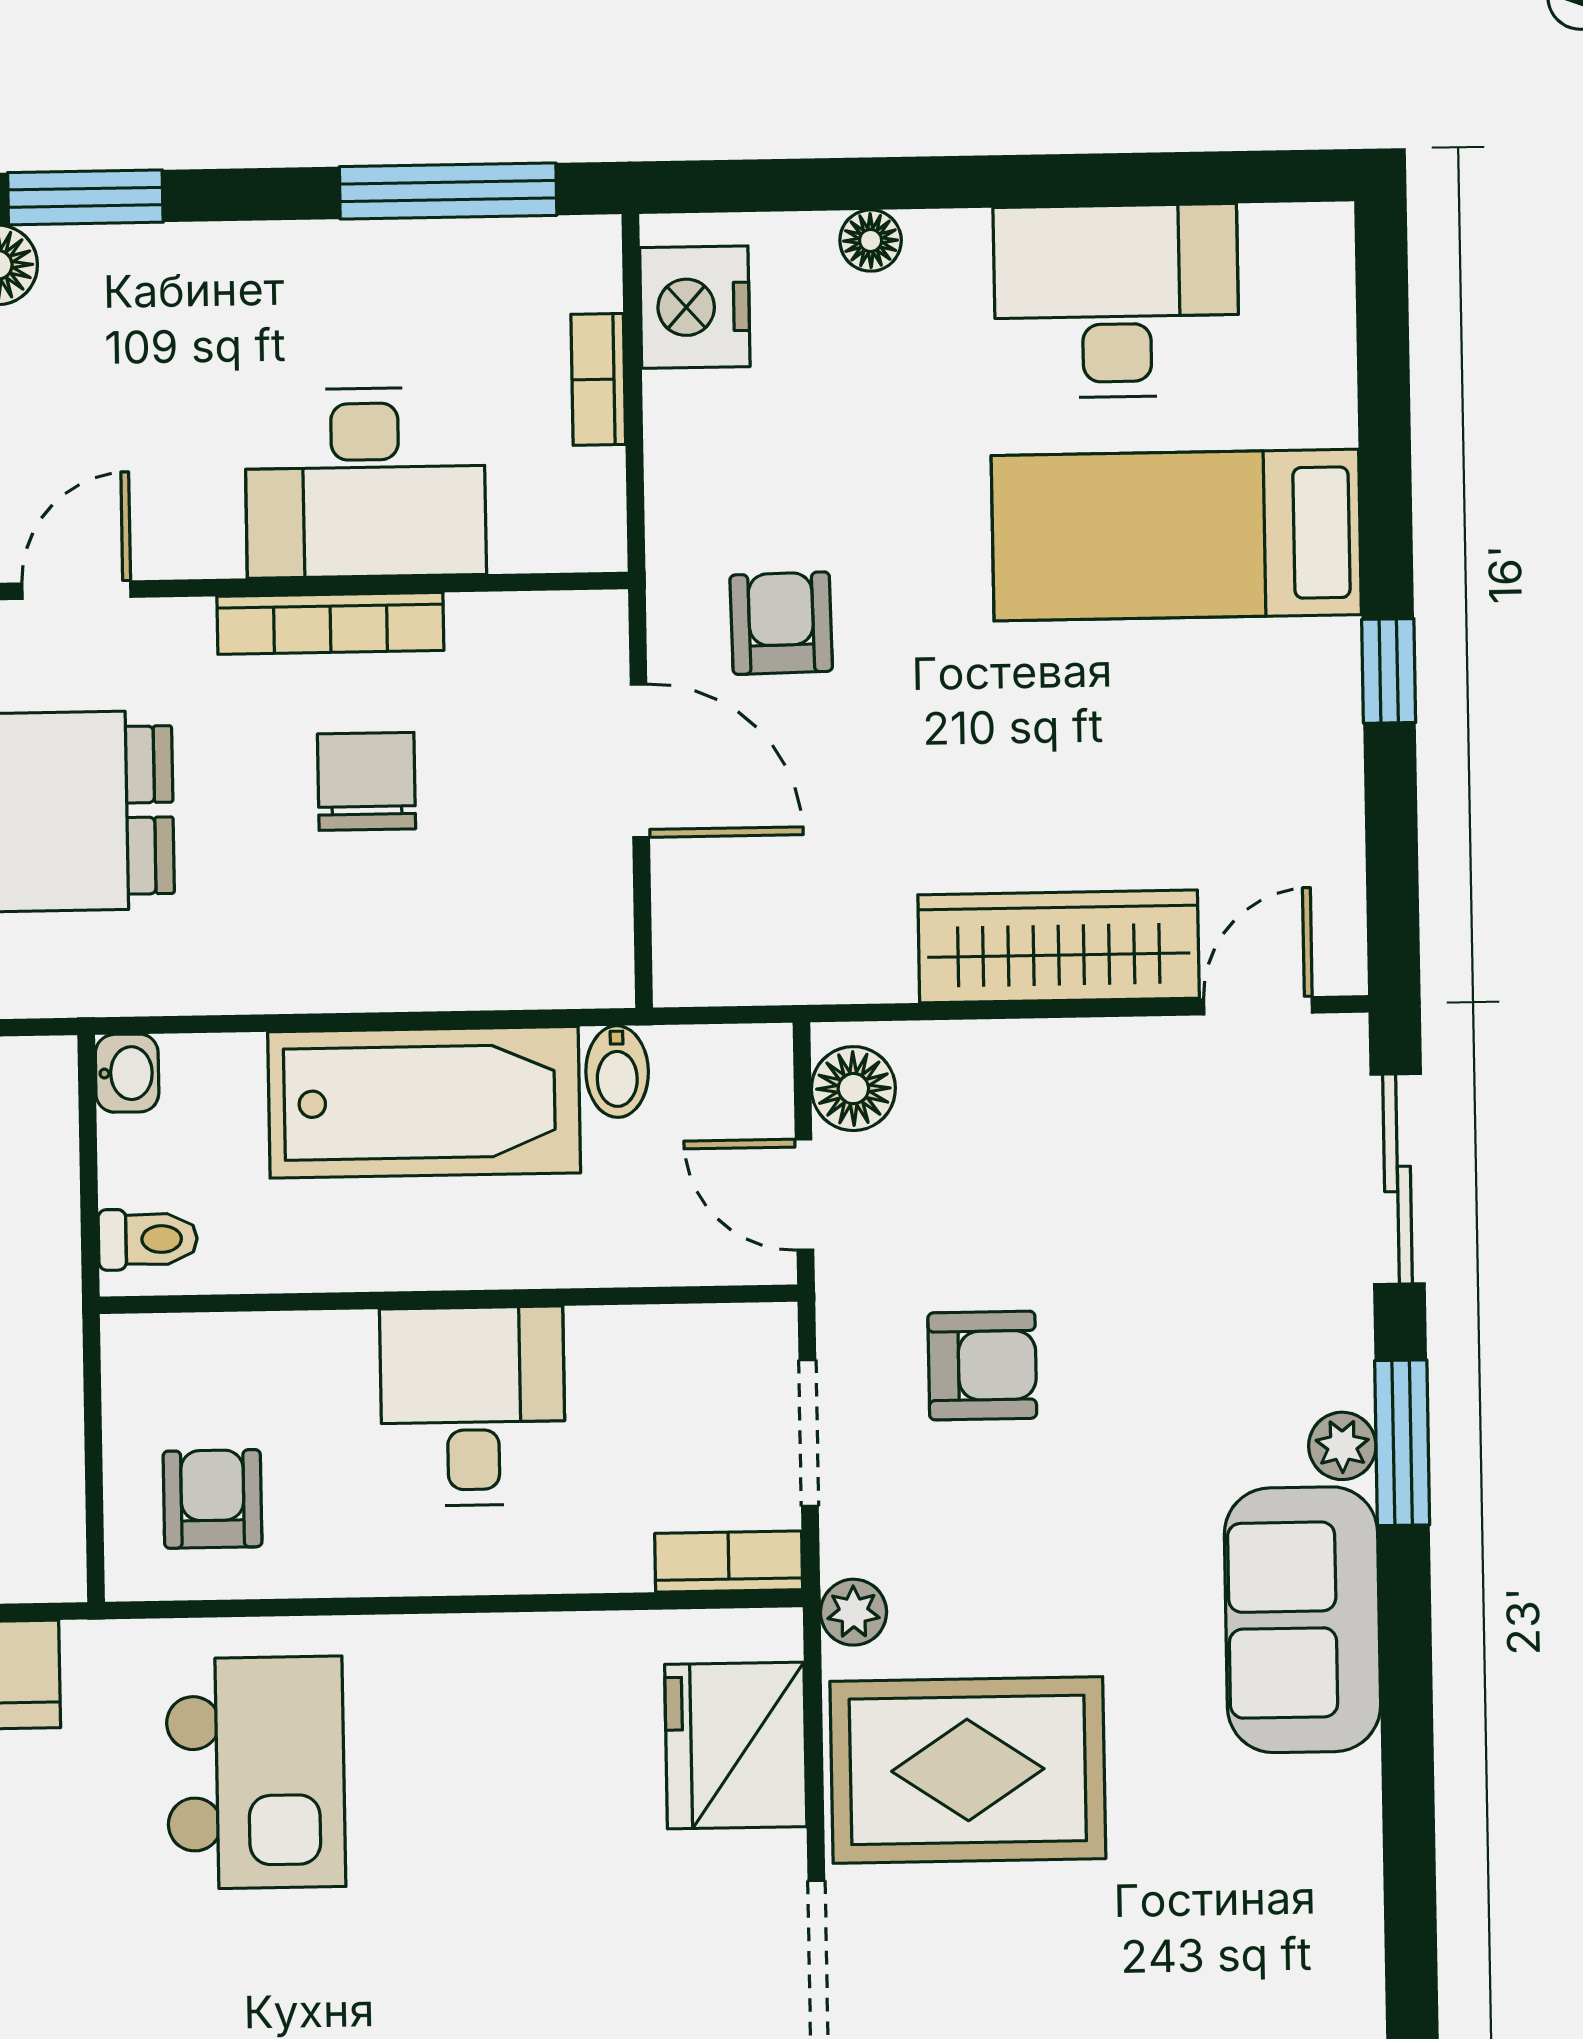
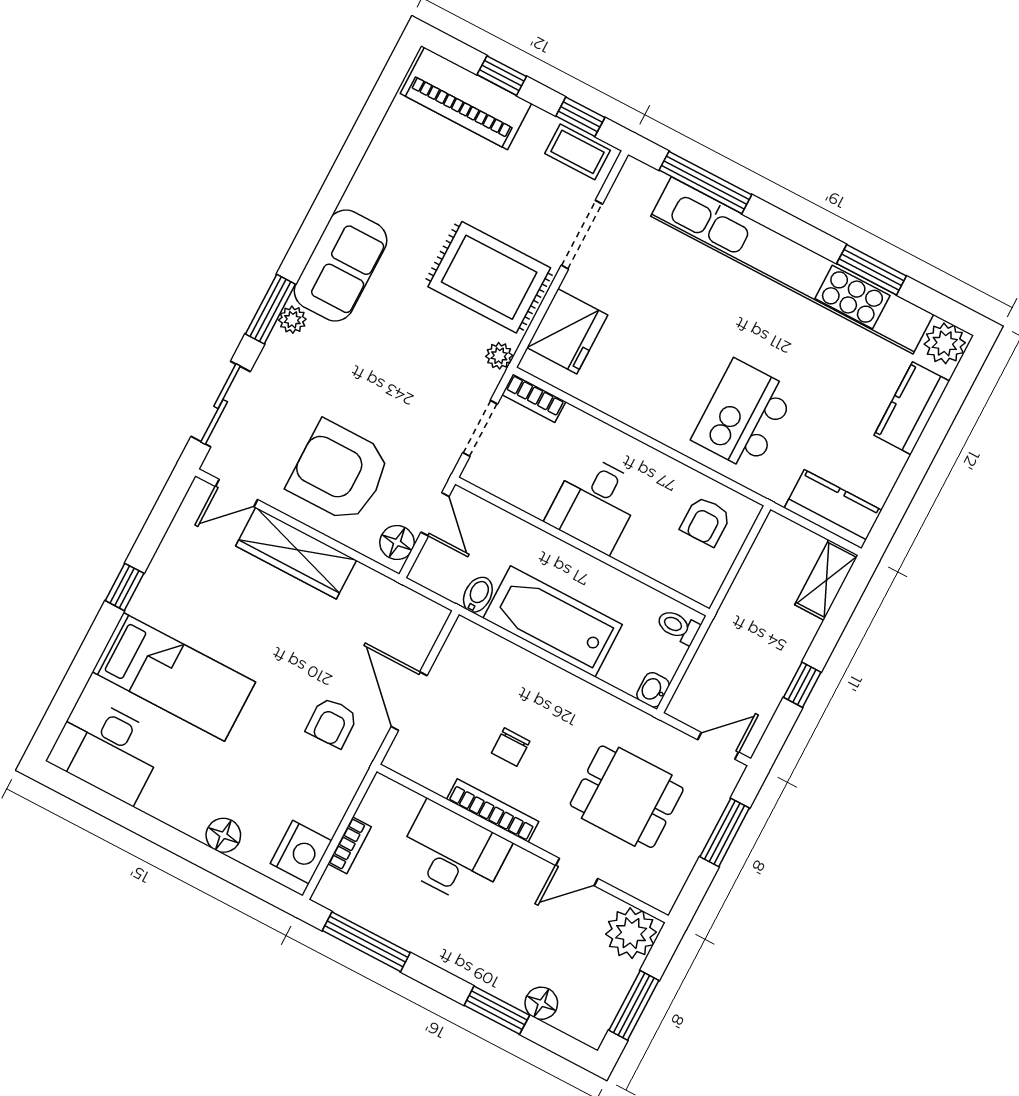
floor lamp: (871, 241) -> (223, 835), width x1.37, depth x1.37
desk: (1116, 301) -> (107, 750), moved
chair: (366, 781) -> (511, 747), width x0.73, depth x0.73
armchair: (982, 1366) -> (339, 472), moved, width x1.88, depth x1.88

